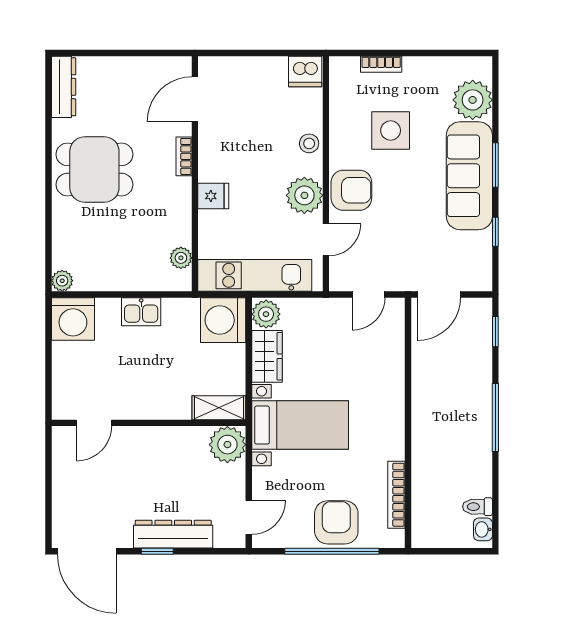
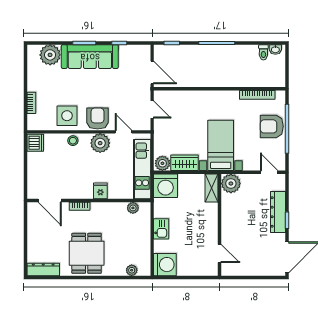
side table: (391, 130) -> (67, 116), moved
plant: (62, 281) -> (132, 270), moved

